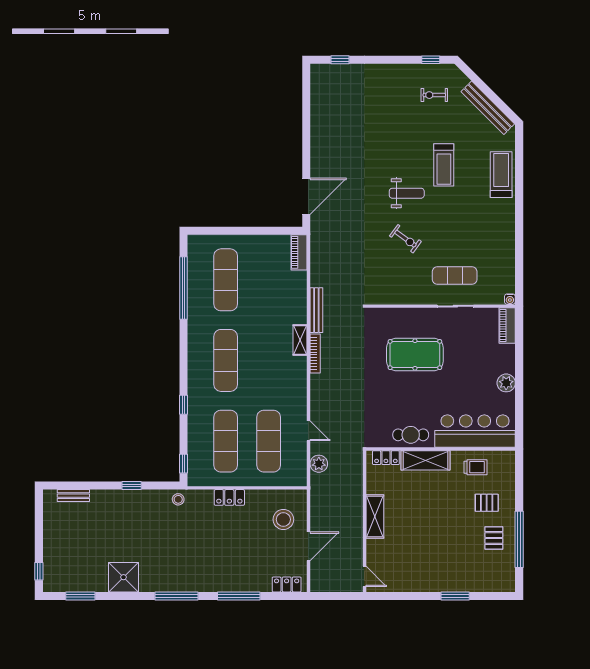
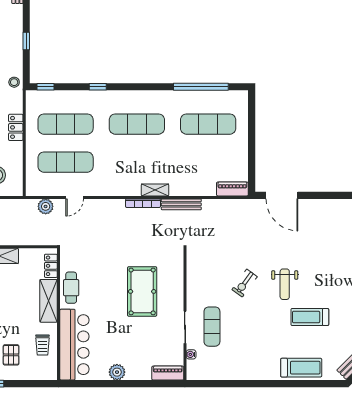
water cooler: (510, 299) -> (191, 354), moved

